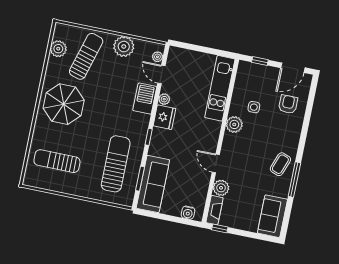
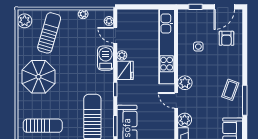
plant: (124, 47) -> (83, 14), width x0.53, depth x0.53
plant: (58, 49) -> (25, 21), moved
kitchen unit: (220, 88) -> (167, 47), width x1.36
armchair: (288, 104) -> (226, 38), turned 180
plant: (234, 124) -> (185, 83), moved
sun lounger: (57, 161) -> (43, 126), turned 180

